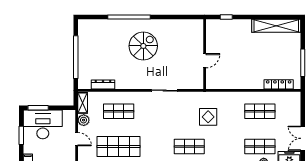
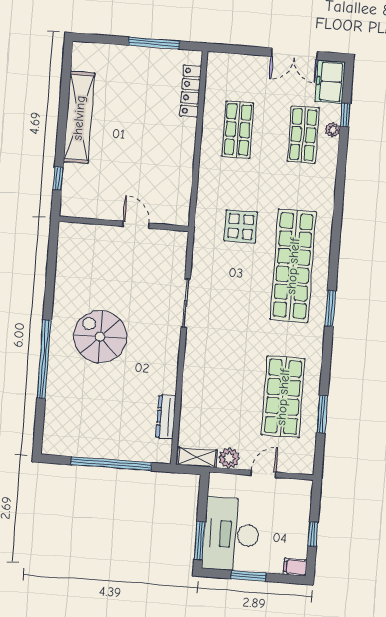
shelving: (276, 26) -> (79, 118), moved
shop shelf: (119, 111) -> (218, 392), removed
shop shelf: (189, 147) -> (293, 266), width x2.00, depth x1.36

